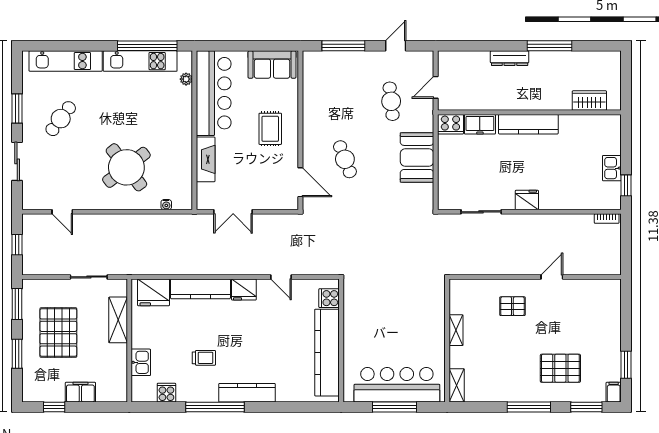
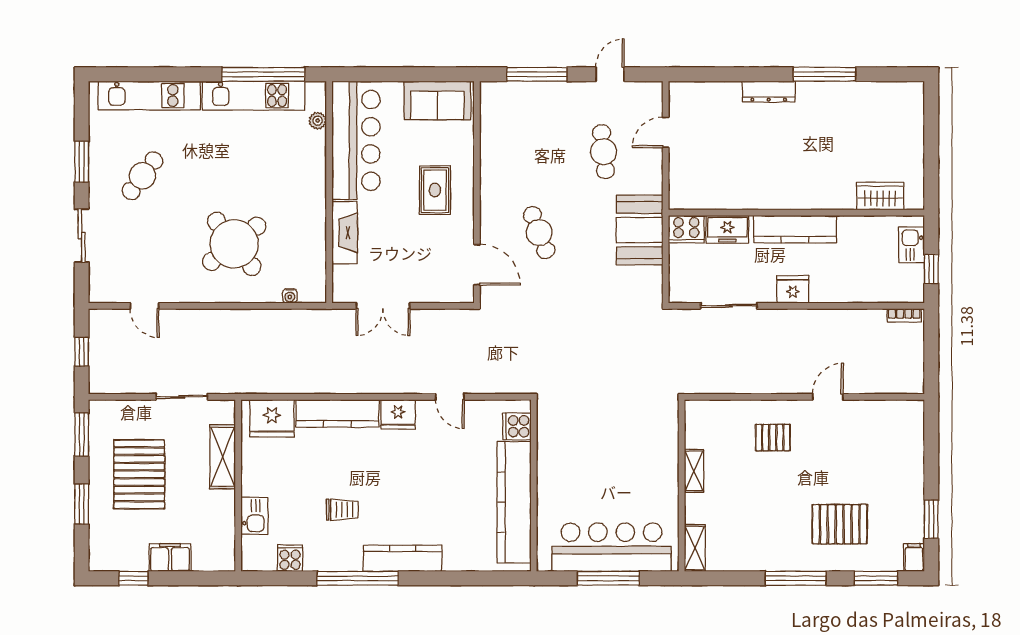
wardrobe: (589, 101) -> (880, 196), moved
wall: (529, 112) -> (796, 213), moved
cooker: (450, 124) -> (686, 229), moved
freezer: (480, 124) -> (727, 229), moved
kitchen counter: (528, 124) -> (795, 229), moved

